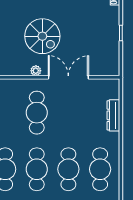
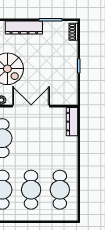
dresser: (113, 115) -> (72, 122), moved

